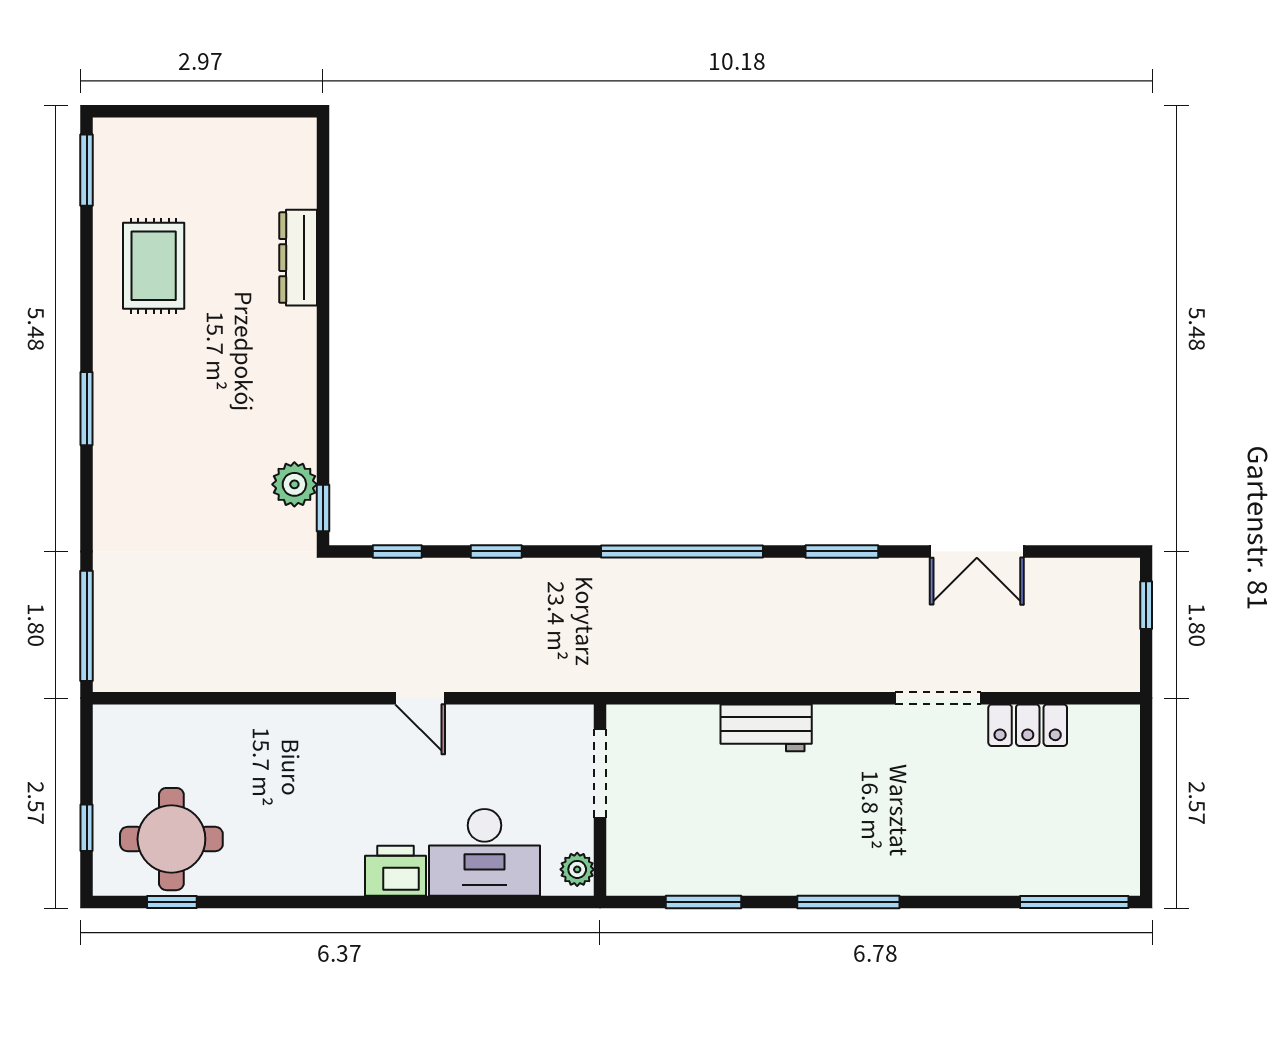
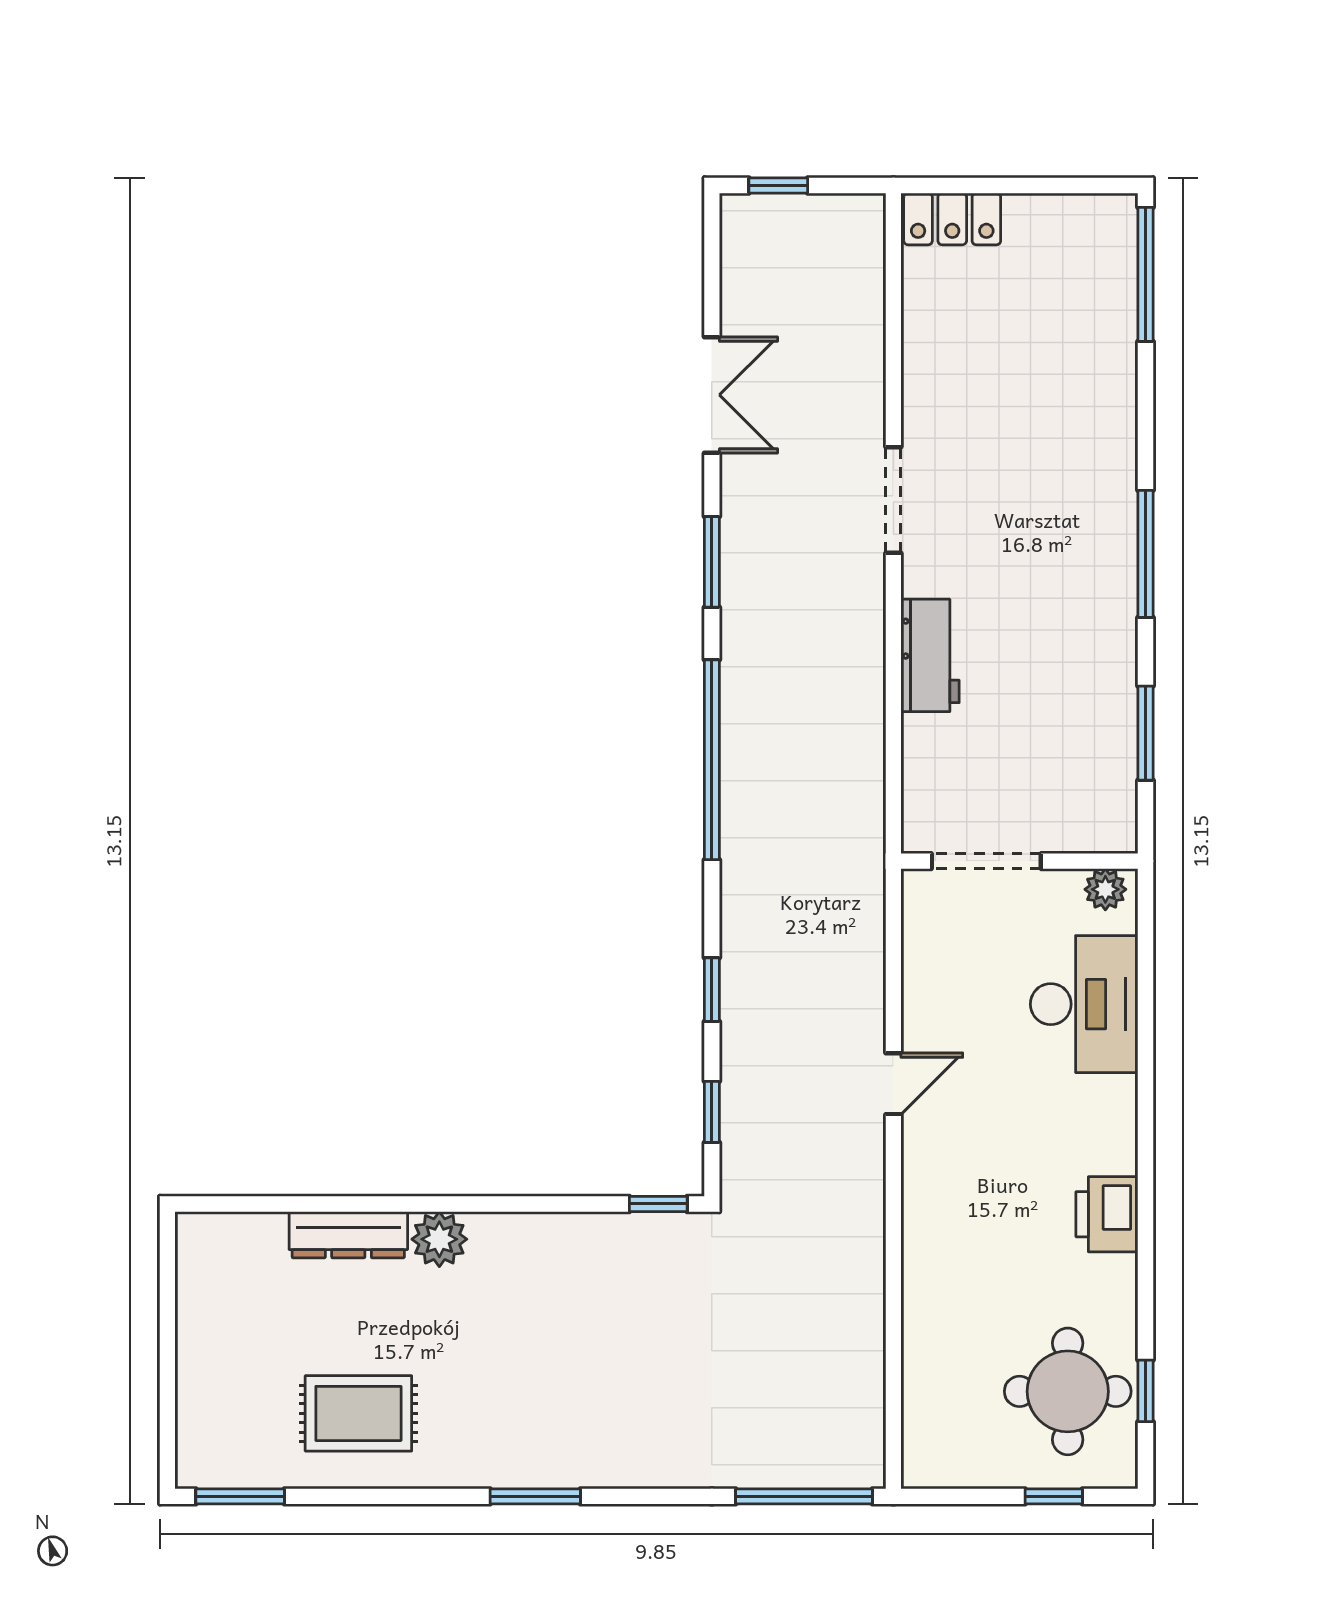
plant: (294, 484) -> (439, 1239), moved
doorway: (938, 698) -> (893, 500), moved
locker: (1028, 725) -> (952, 219), moved, turned 90
printer: (395, 871) -> (1107, 1214), moved

